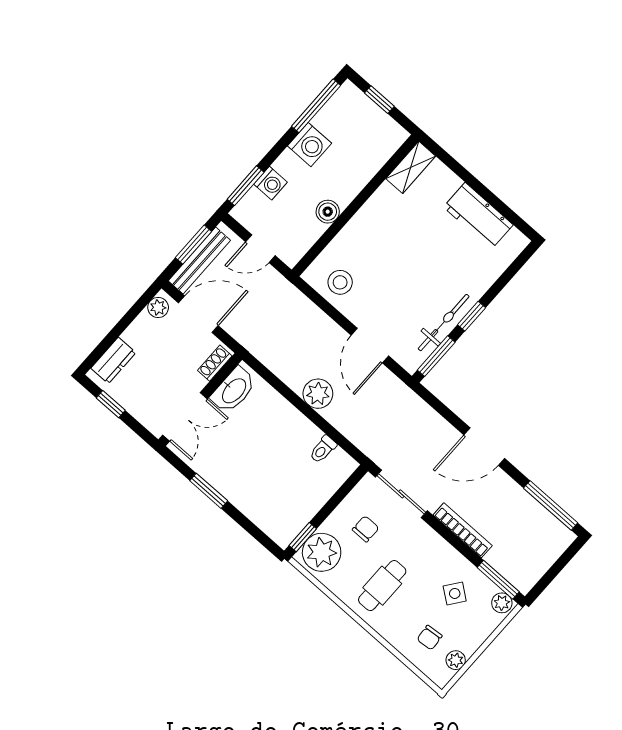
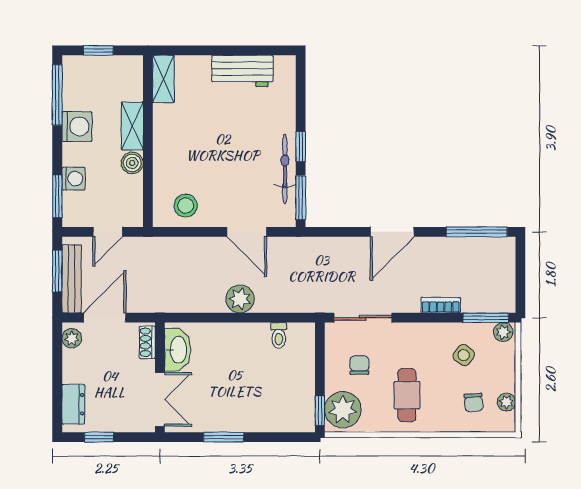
shelving: (354, 183) -> (132, 126), added
bookcase: (463, 530) -> (441, 305), width x0.64

